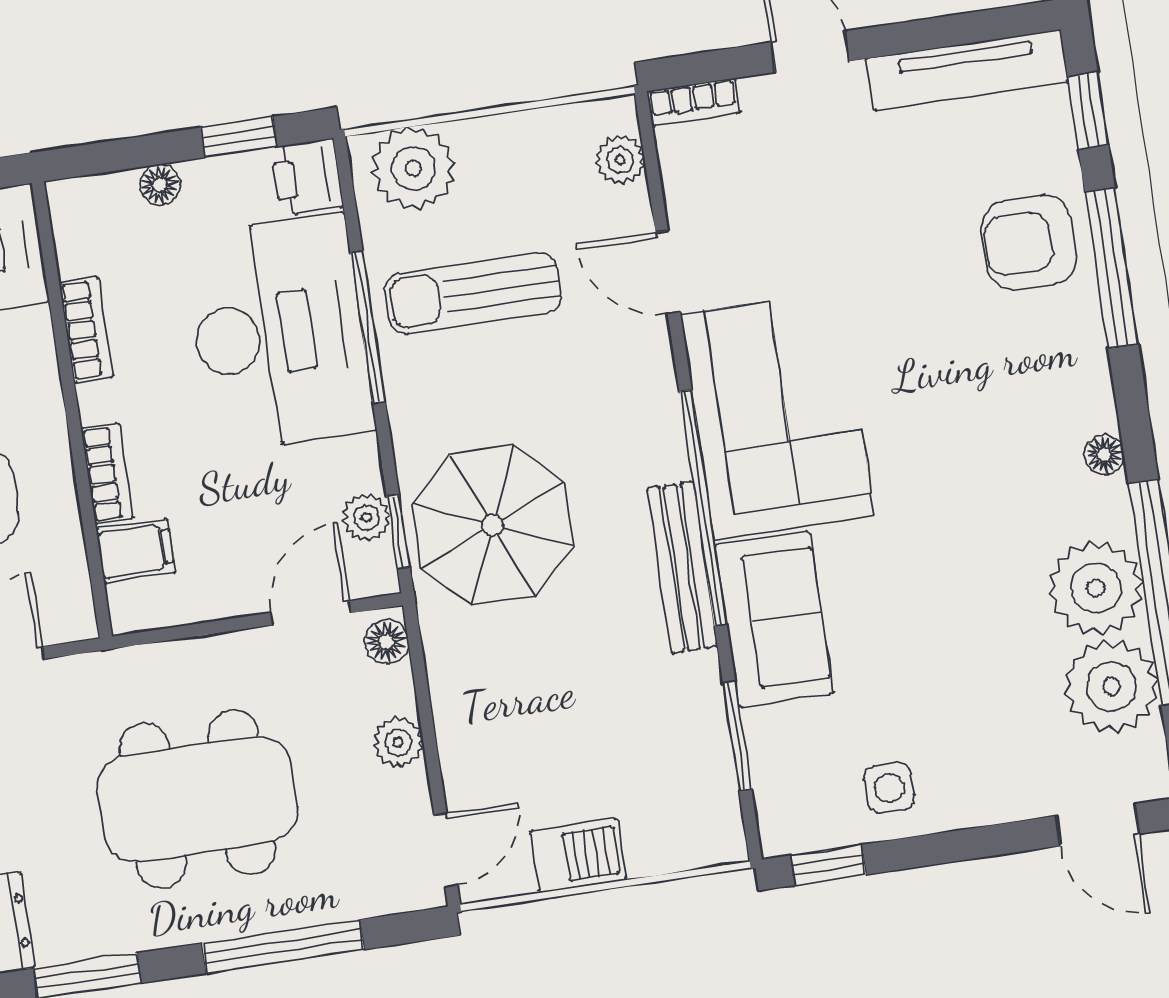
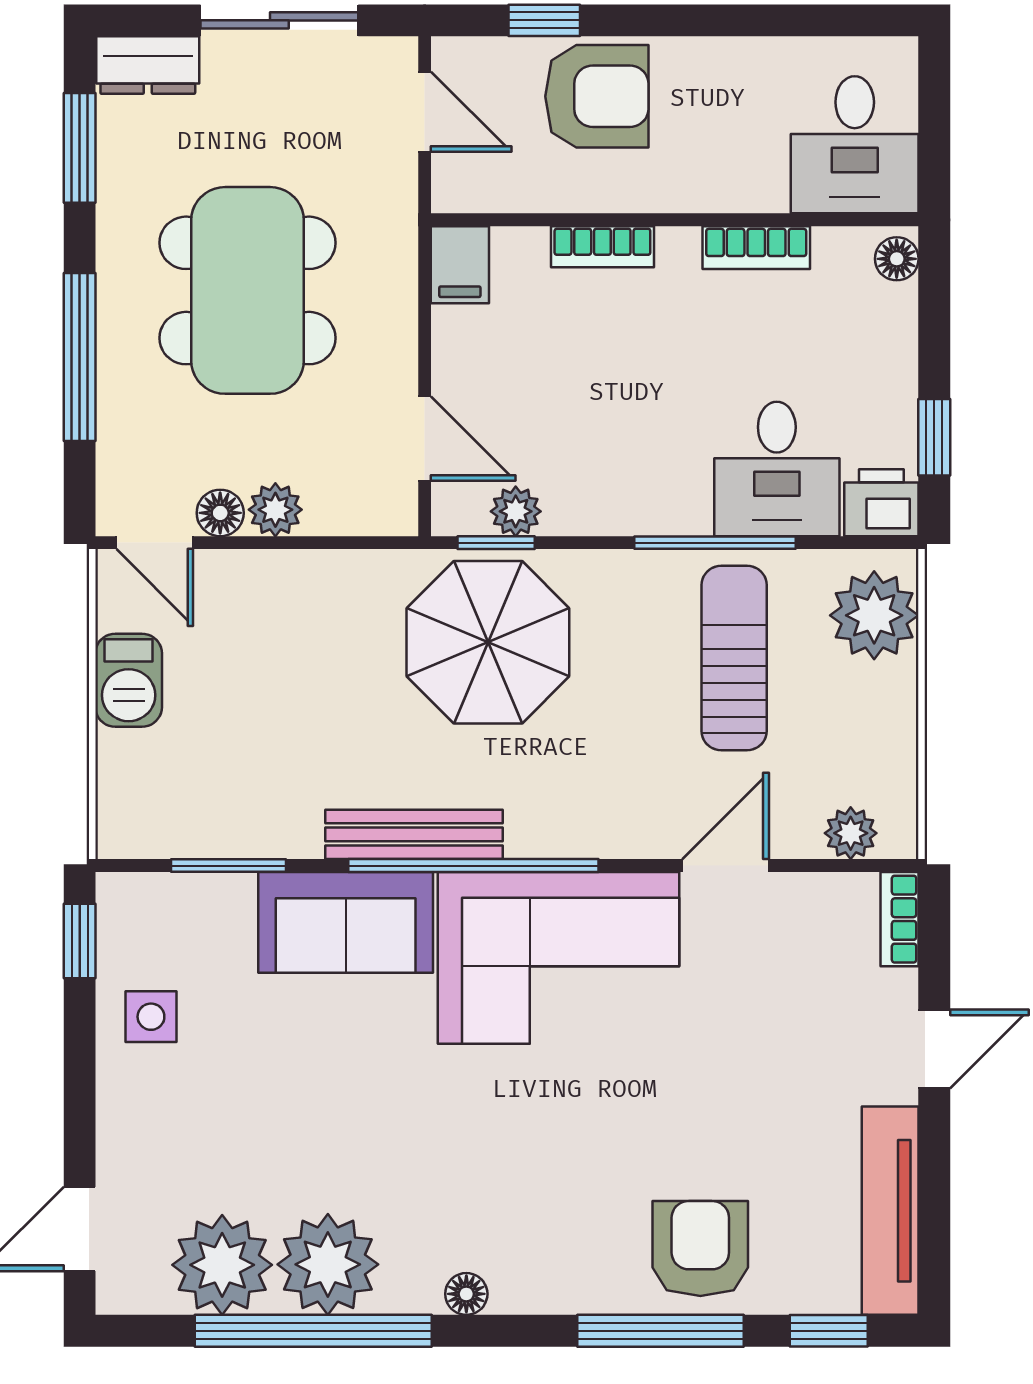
floor lamp: (160, 185) -> (897, 259), moved
desk: (279, 333) -> (777, 469), width x0.53, depth x0.77
filing cabinet: (136, 551) -> (460, 265), moved
floor lamp: (386, 642) -> (220, 513), moved

